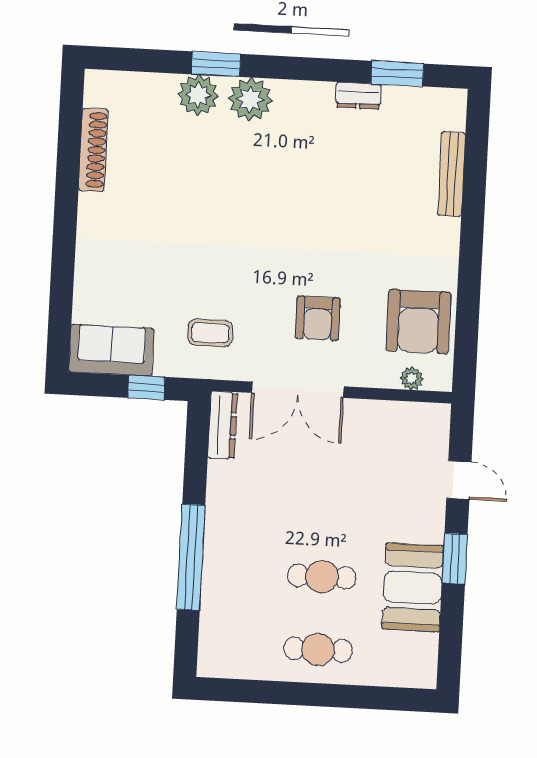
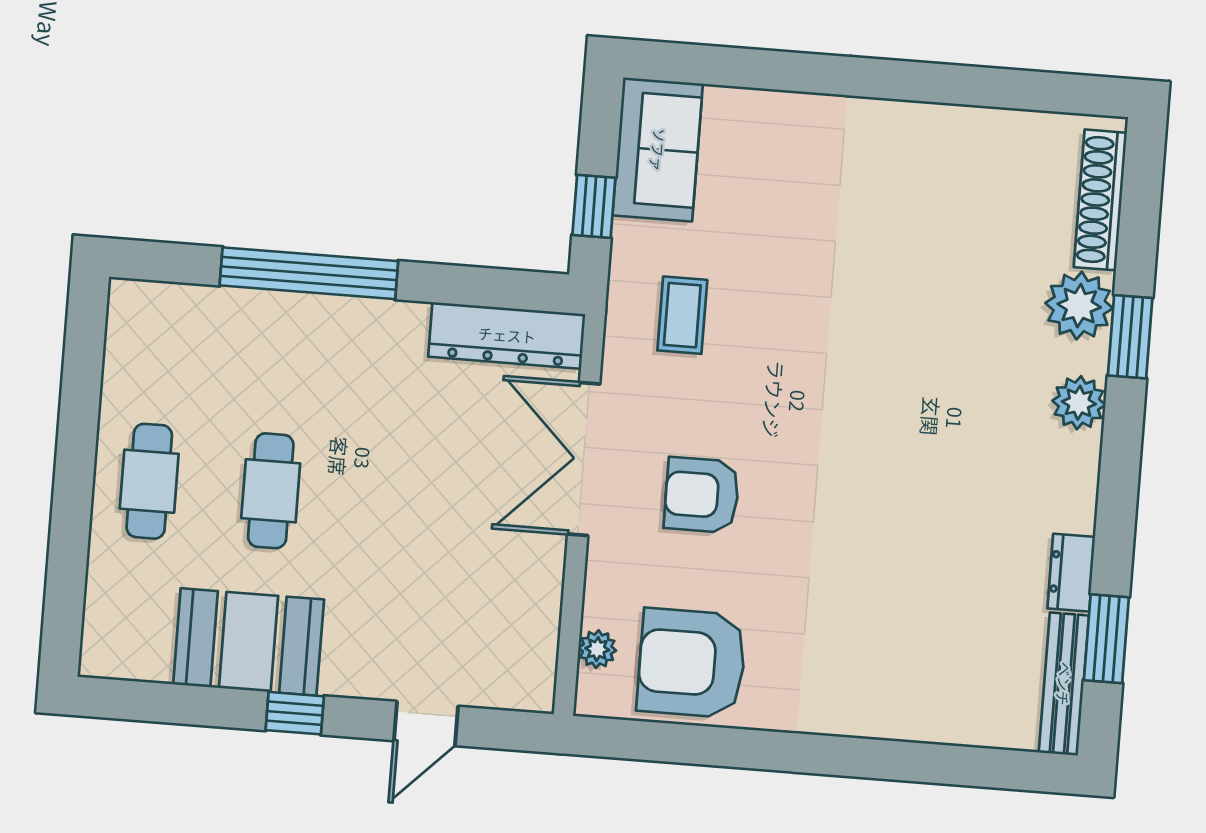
plant: (250, 99) -> (1079, 403), width x0.73, depth x0.73
shoe rack: (93, 150) -> (1100, 200), moved, turned 90
bench: (452, 174) -> (1064, 684), moved, turned 90
dresser: (223, 425) -> (507, 335), width x1.37, depth x1.24
window: (455, 559) -> (295, 713), width x0.67

